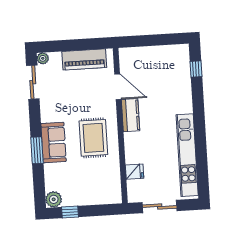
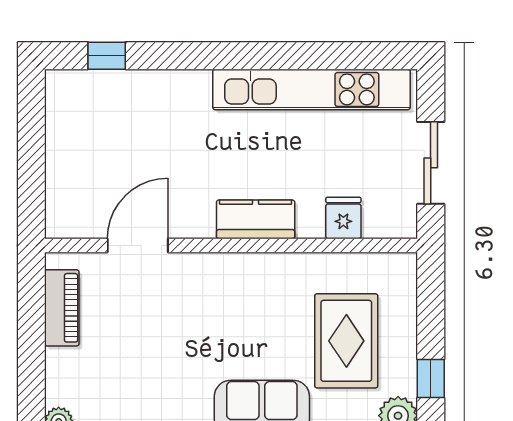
piano: (84, 59) -> (62, 308), width x0.73, depth x0.75
kitchen counter: (131, 115) -> (256, 219), moved
rug: (93, 138) -> (346, 341), moved, turned 90

